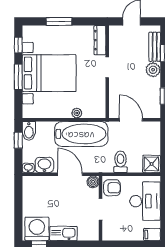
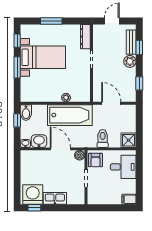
bed with nightstands: (49, 73) -> (43, 57), width x0.73
armchair: (112, 188) -> (95, 160), turned 90
desk: (145, 201) -> (123, 167), width x0.73

